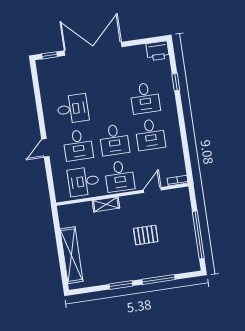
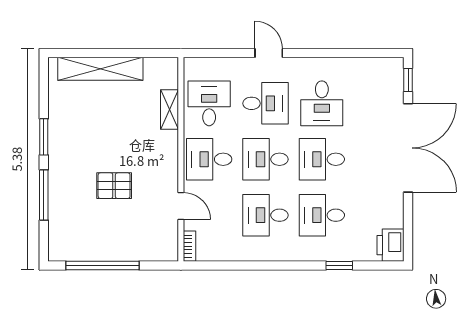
desk: (109, 103) -> (322, 159), added
desk: (78, 145) -> (265, 103), turned 180
shelving: (106, 204) -> (169, 109), moved
pallet: (146, 235) -> (114, 186), turned 90

